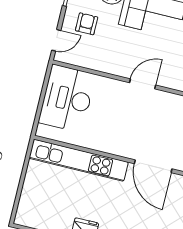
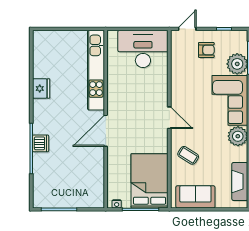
door: (56, 40) -> (187, 29), swing flipped
door: (143, 84) -> (169, 118), moved

